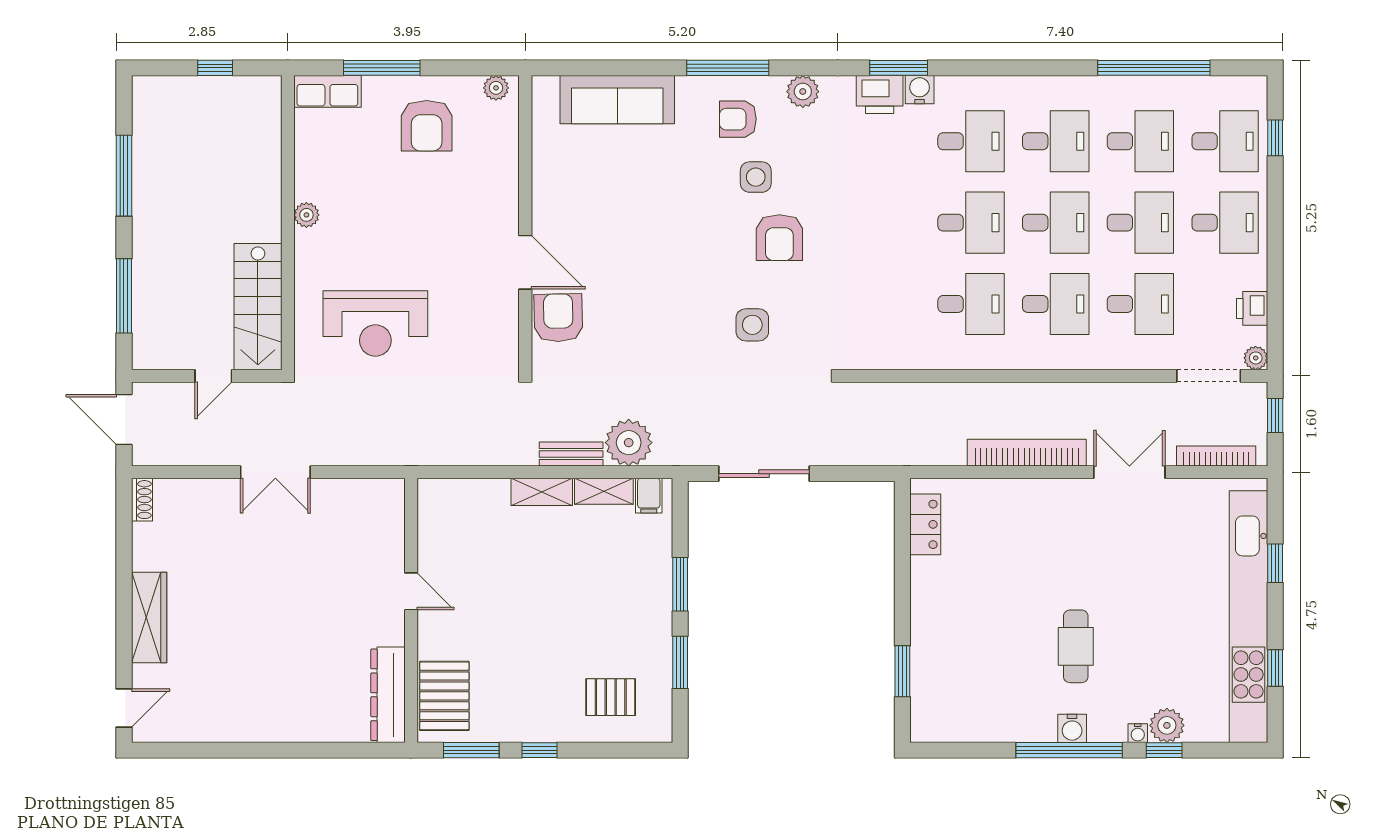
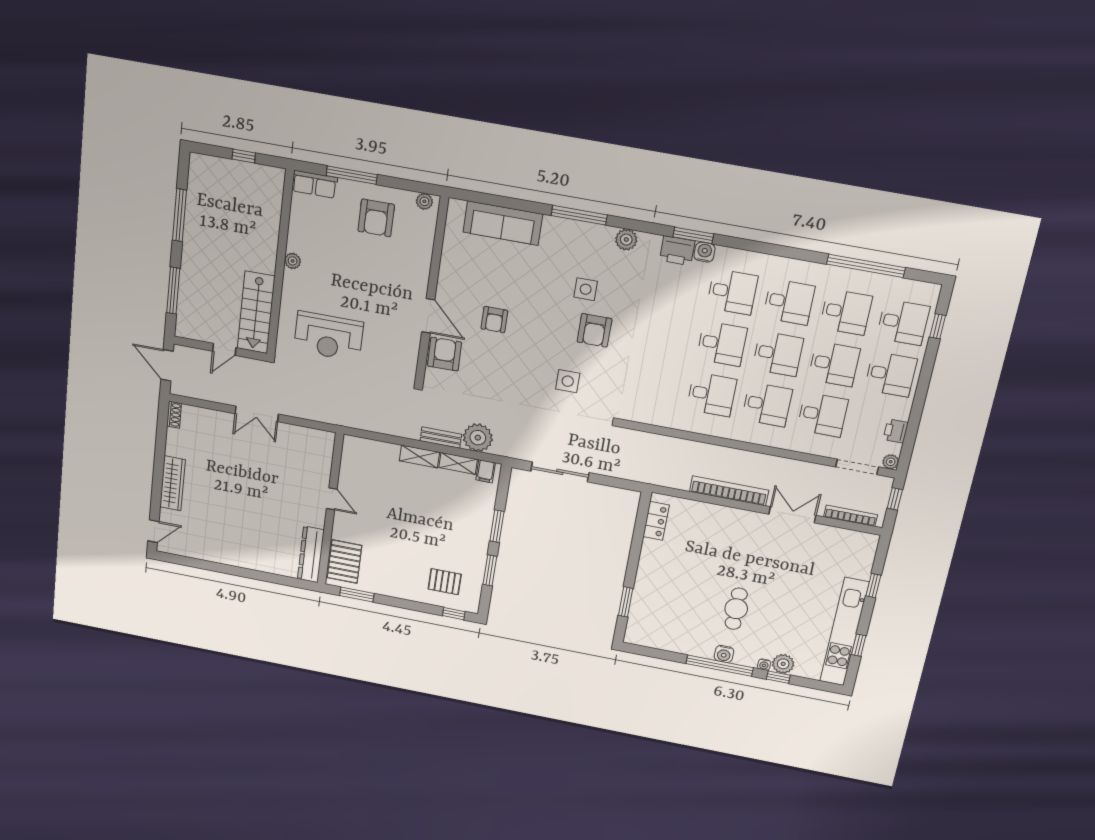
armchair: (738, 119) -> (494, 320), moved, turned -90
kitchen unit: (1249, 617) -> (844, 632), width x0.73
window: (540, 750) -> (454, 614), moved

